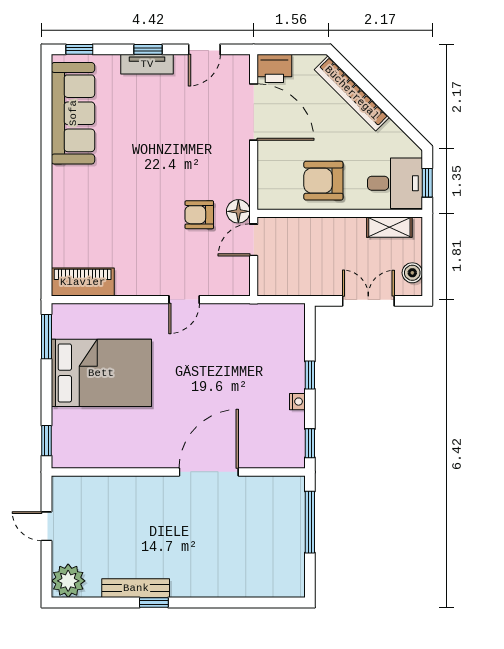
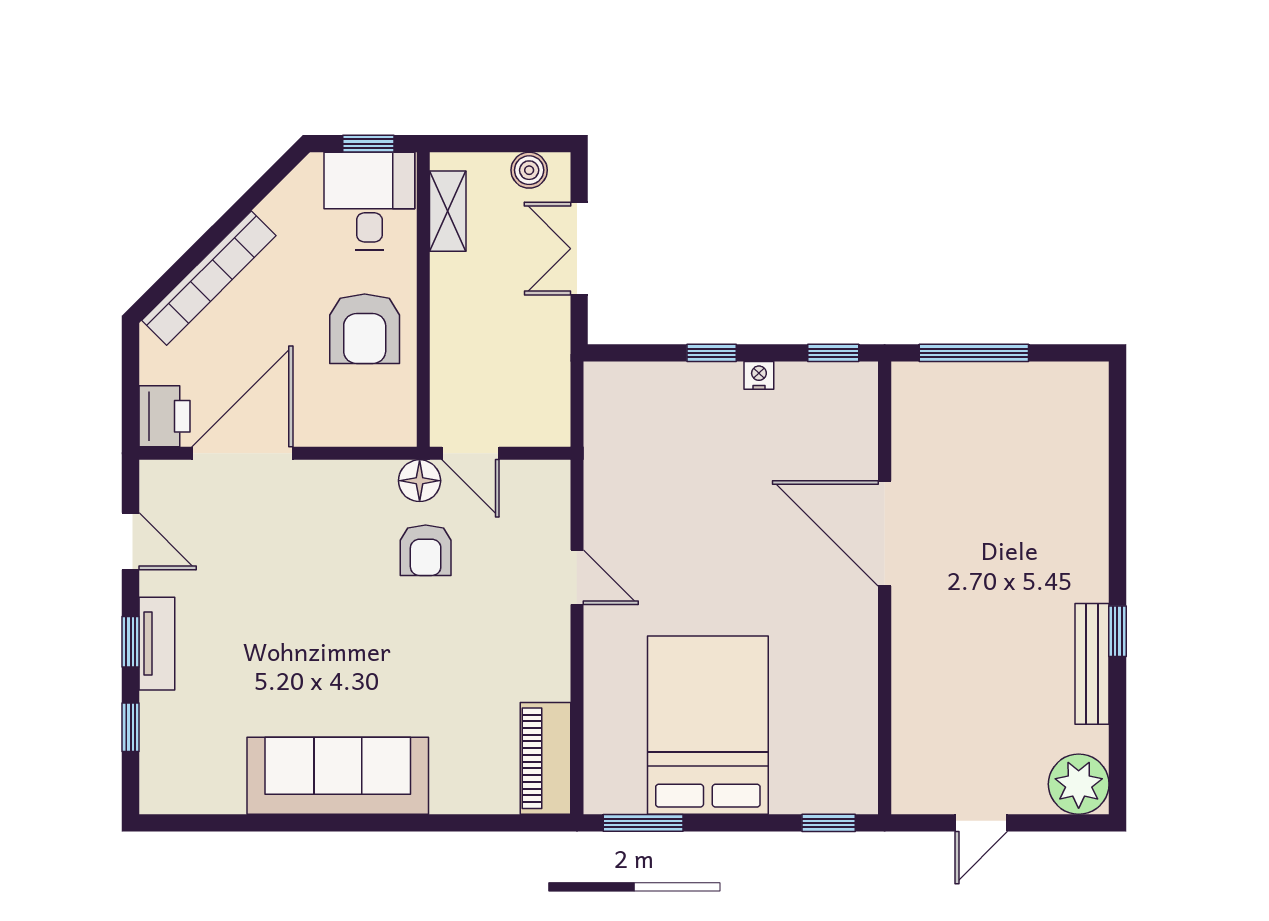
window: (79, 49) -> (131, 727), moved
sofa: (73, 113) -> (338, 776), moved

